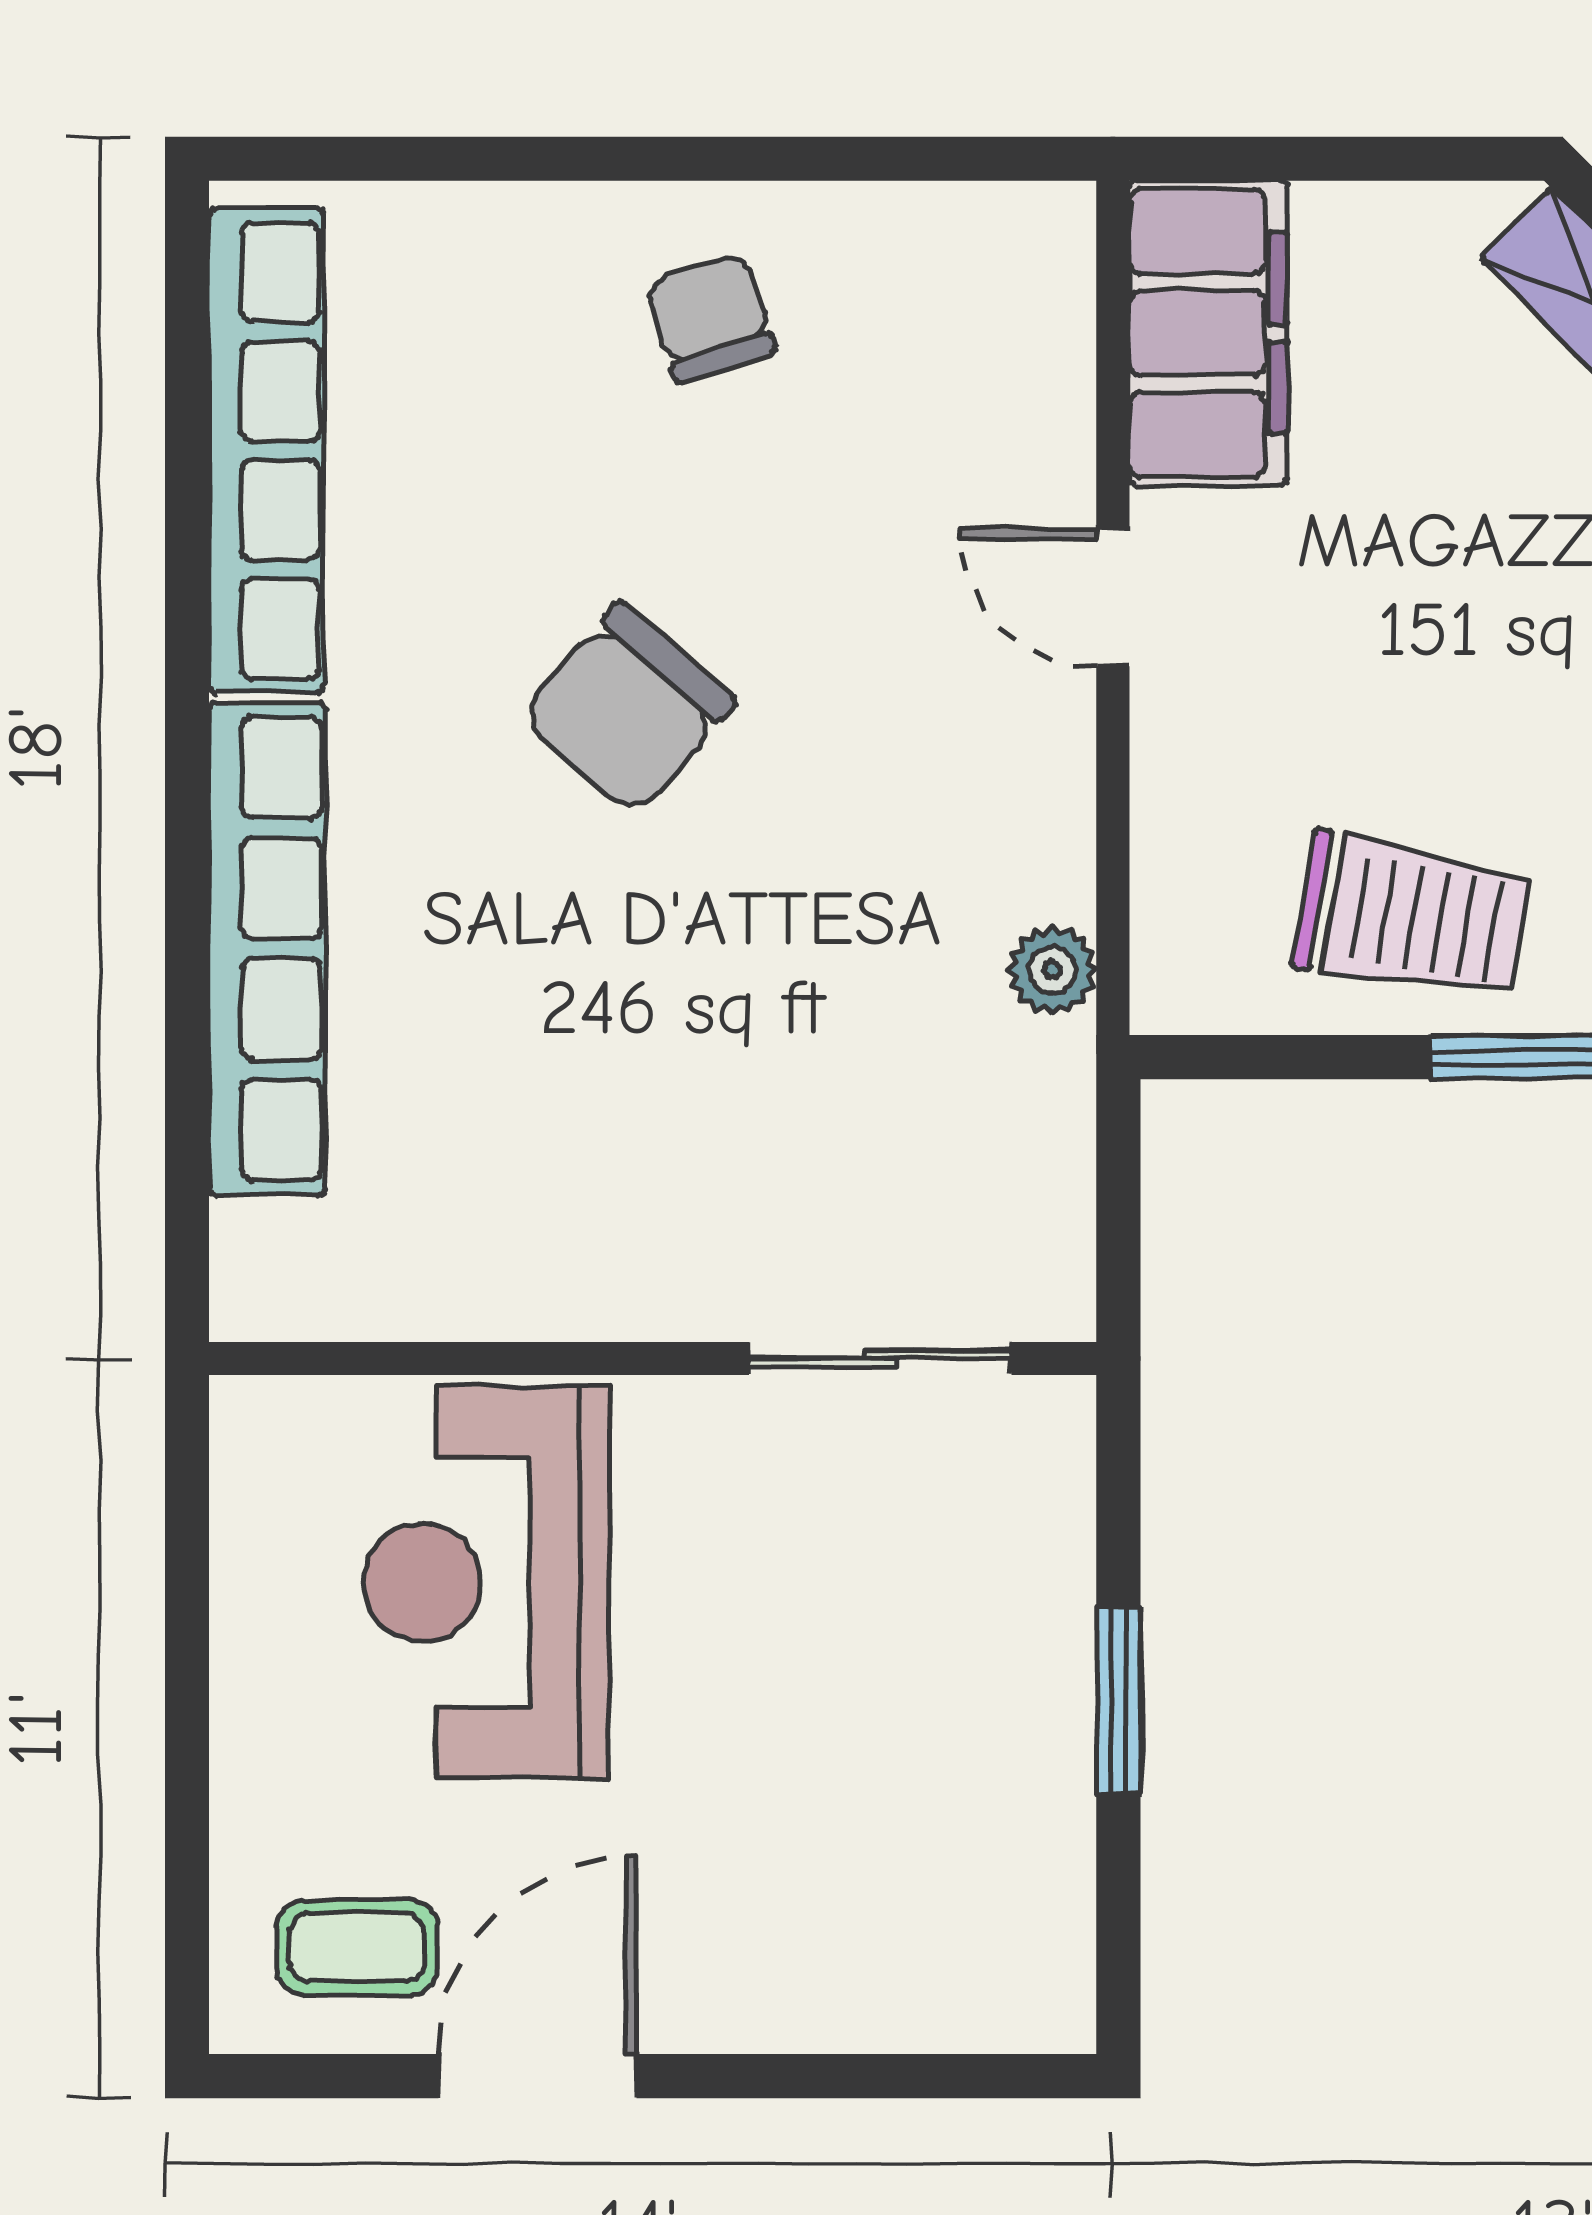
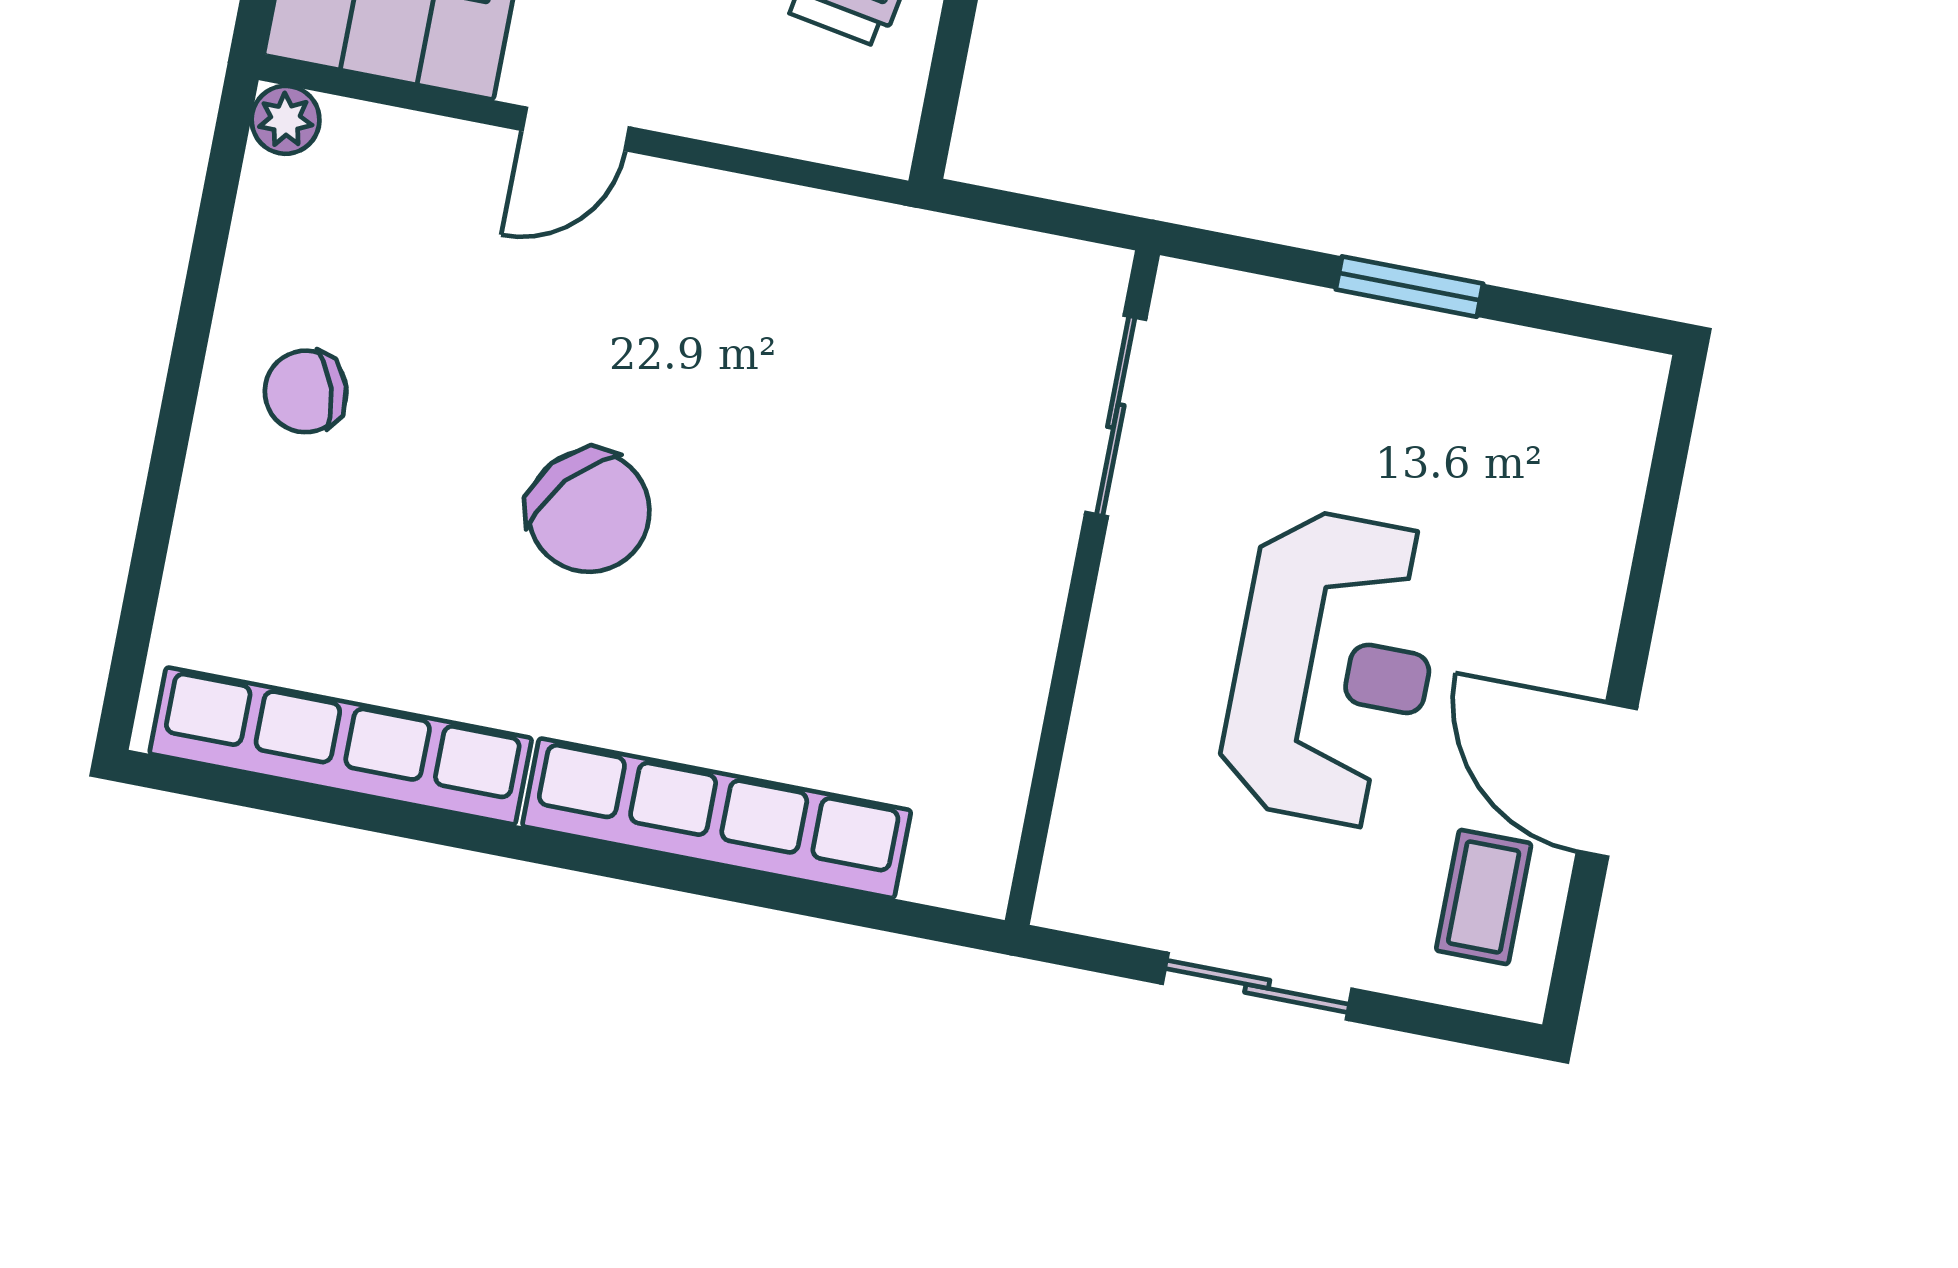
plant: (1052, 970) -> (286, 120), moved
reception desk: (486, 1582) -> (1333, 668), moved, turned -90
sliding door: (187, 1681) -> (1257, 986), added

